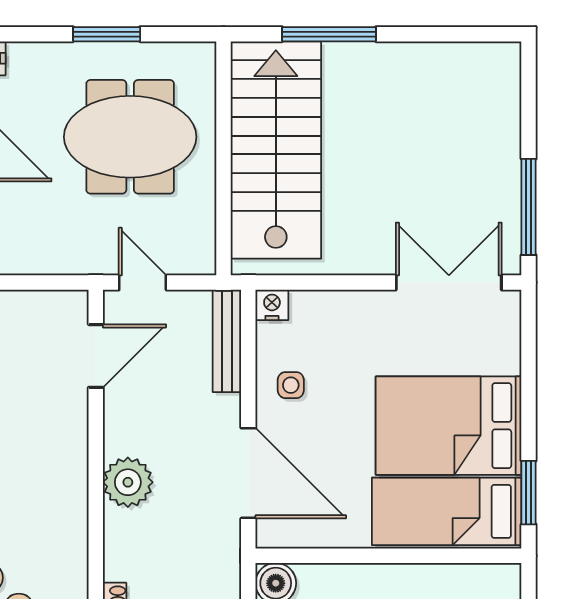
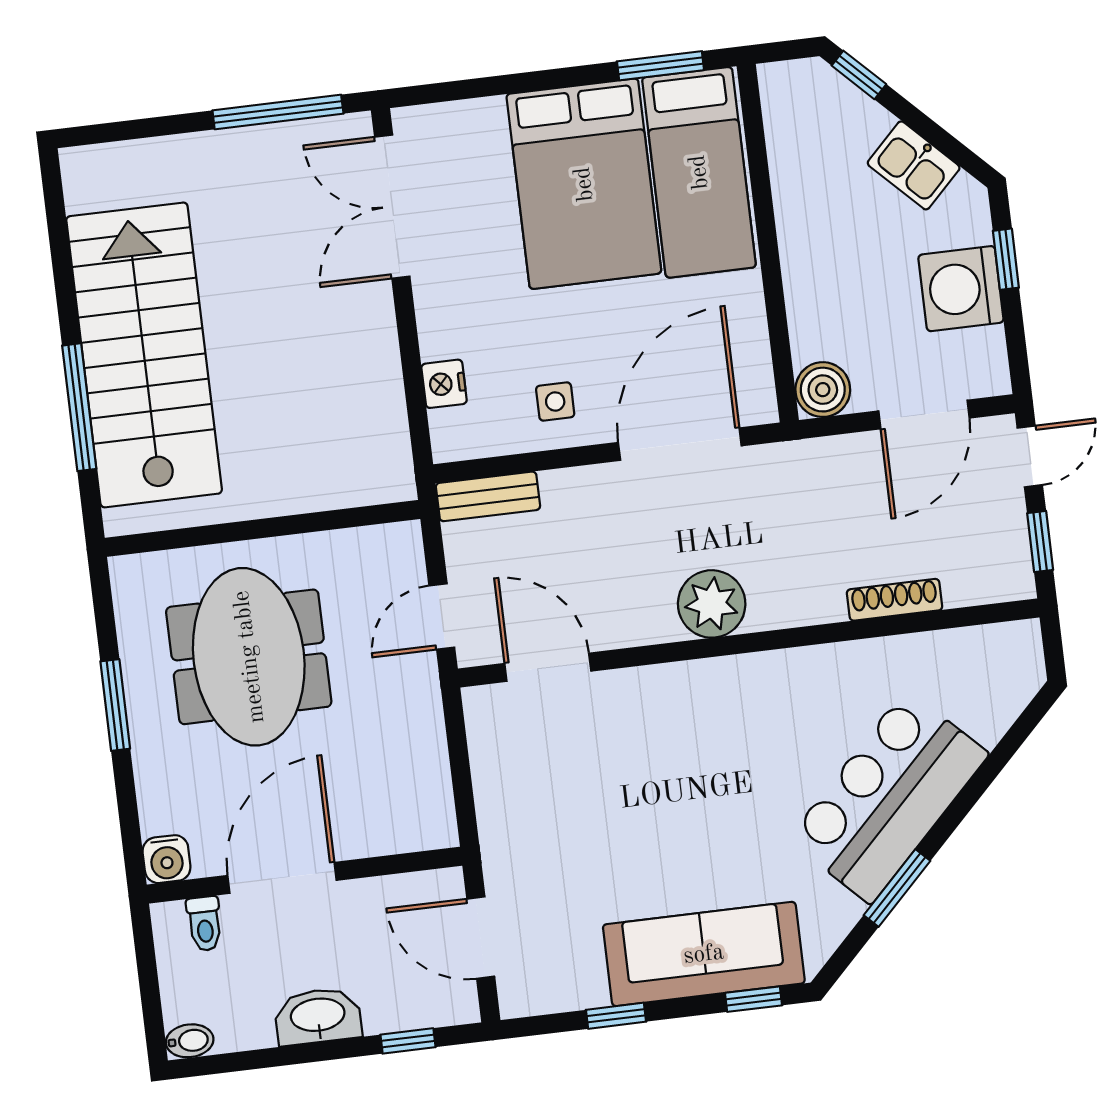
stairs: (276, 150) -> (144, 355), moved, turned 90
nightstand: (272, 305) -> (444, 384), moved
bench: (227, 341) -> (488, 496), width x0.73

